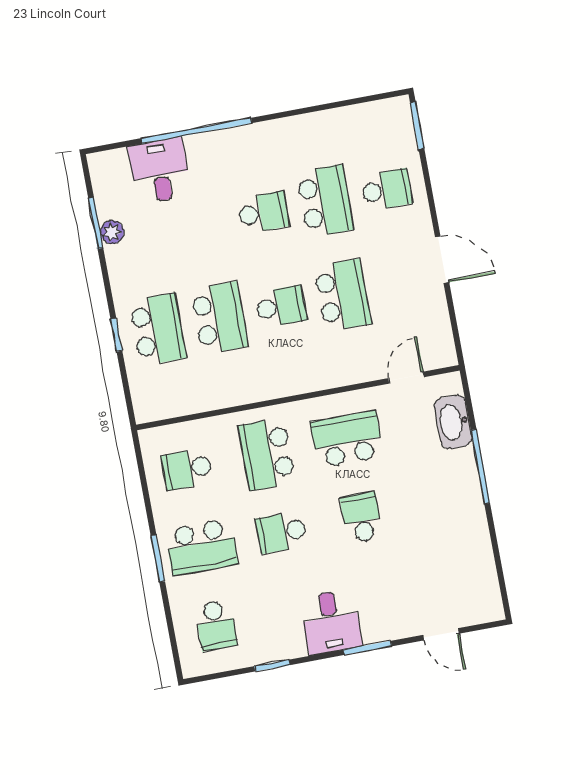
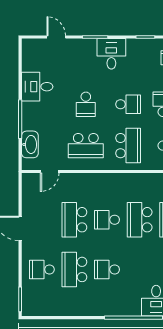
desk: (460, 534) -> (37, 87), added

